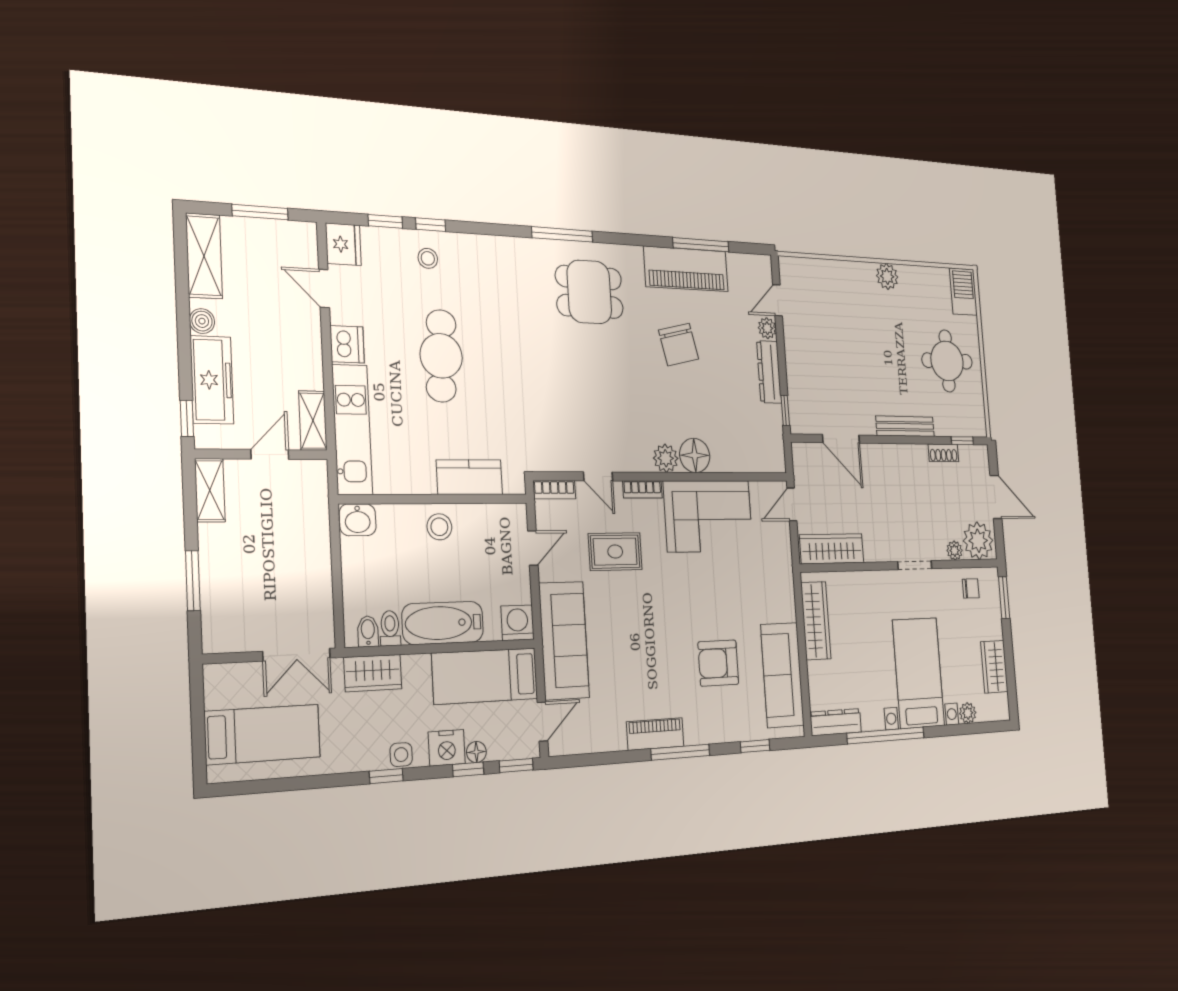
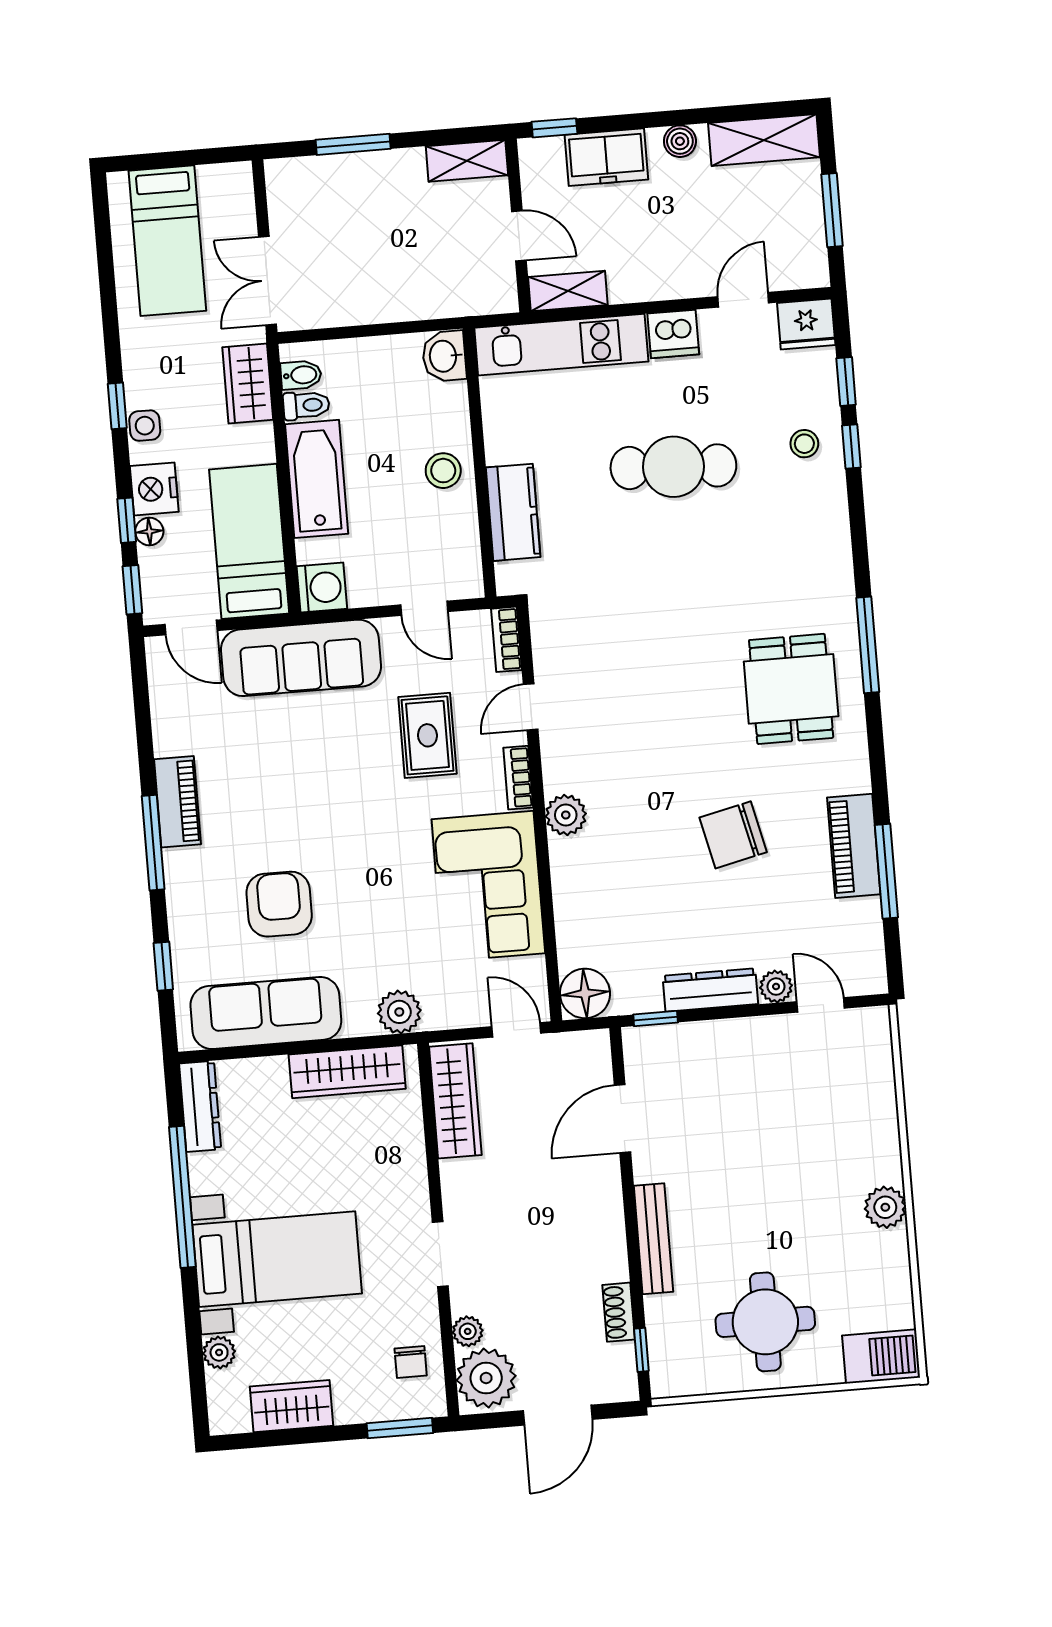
piano: (686, 269) -> (854, 846), width x0.73, depth x0.75
freezer: (212, 380) -> (606, 157), width x0.71
floor lamp: (695, 455) -> (585, 993), moved
plant: (782, 583) -> (399, 1012), added

